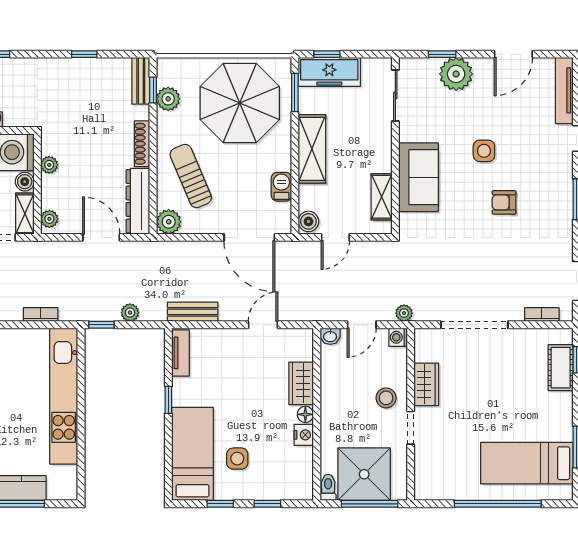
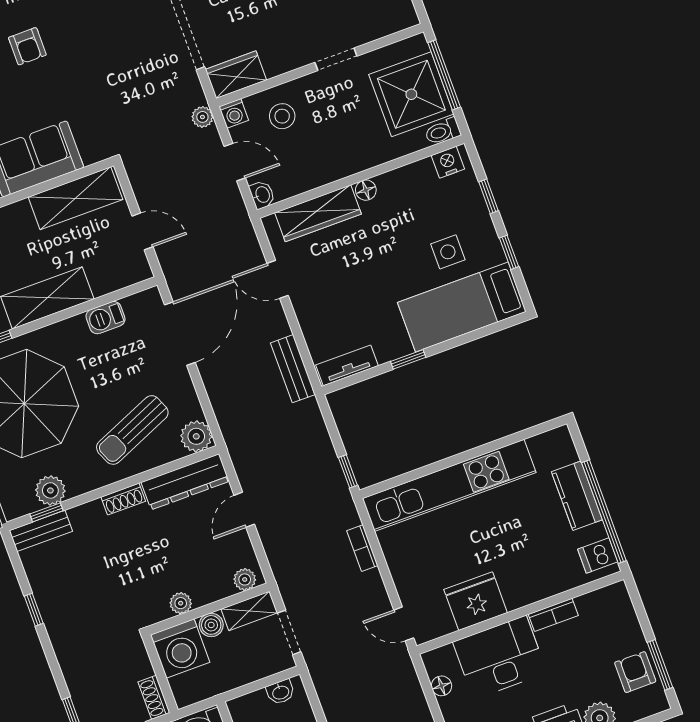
shoe rack: (142, 144) -> (123, 499), width x0.70
shelving: (382, 197) -> (75, 198), width x1.50, depth x1.33
boiler: (308, 221) -> (135, 270), removed
door: (101, 237) -> (244, 510), width x0.73
plant: (130, 313) -> (321, 443), removed
wardrobe: (301, 383) -> (318, 213), width x1.50
wardrobe: (426, 384) -> (236, 75), moved
stool: (386, 398) -> (282, 116), moved
nightstand: (304, 435) -> (448, 162), moved

